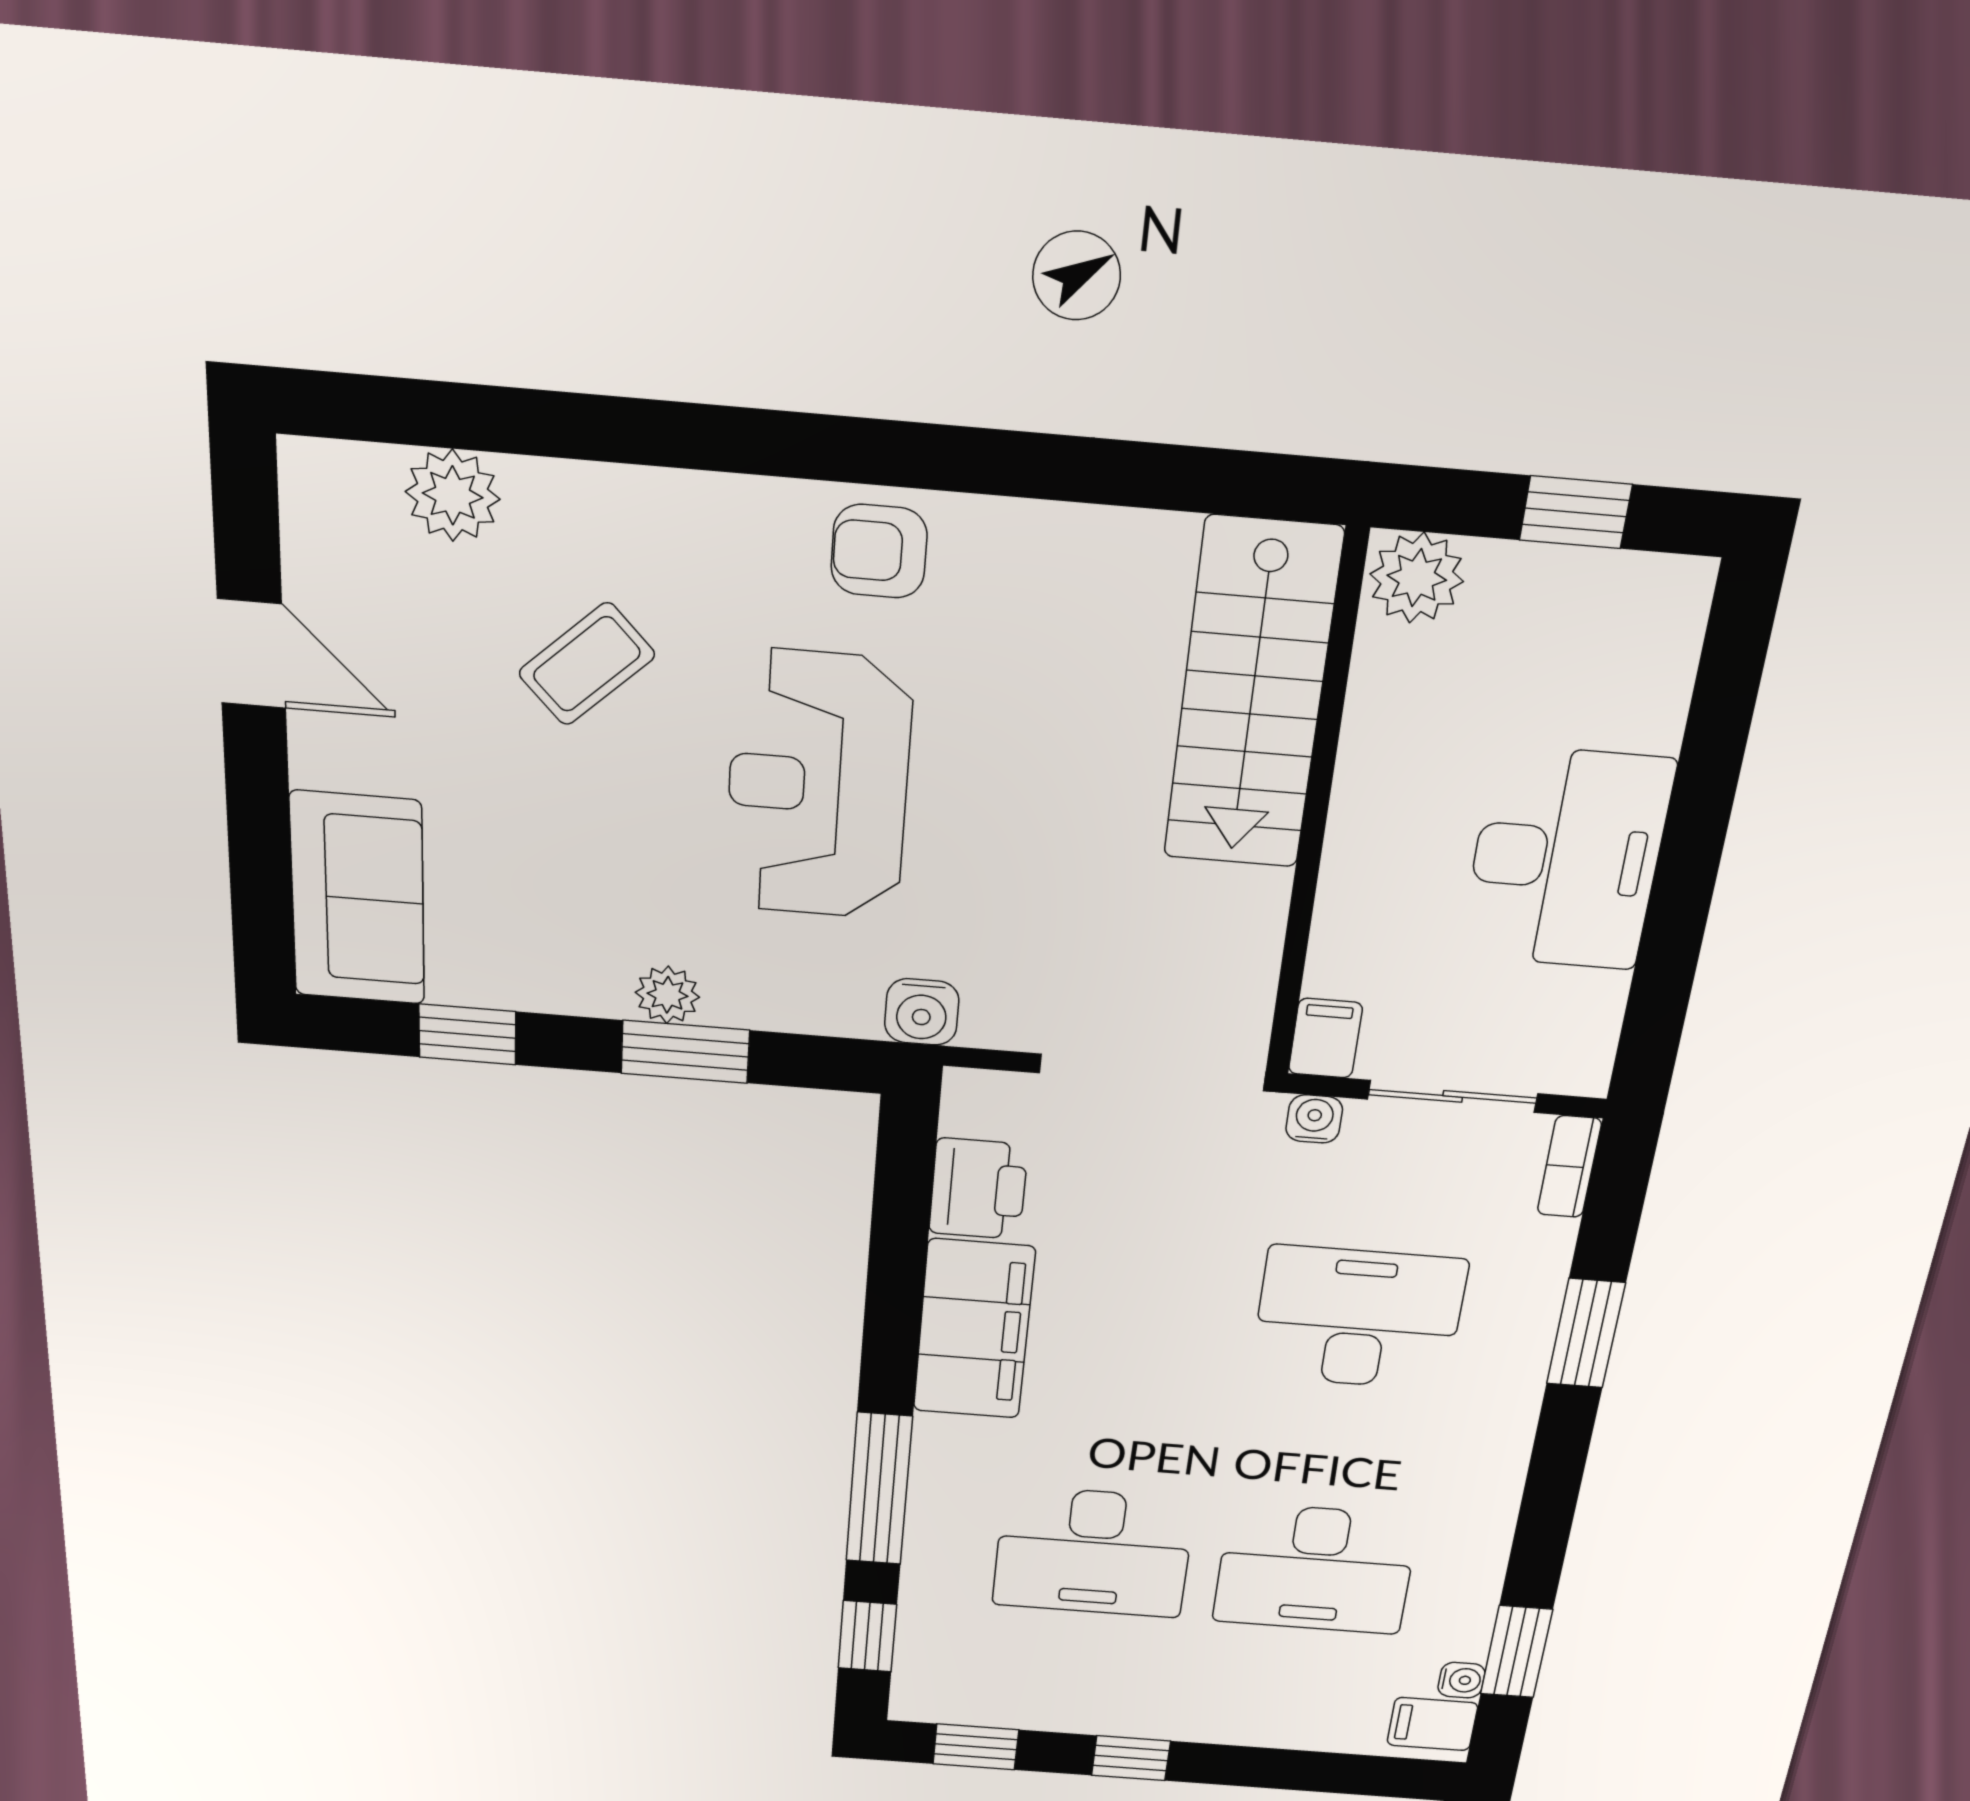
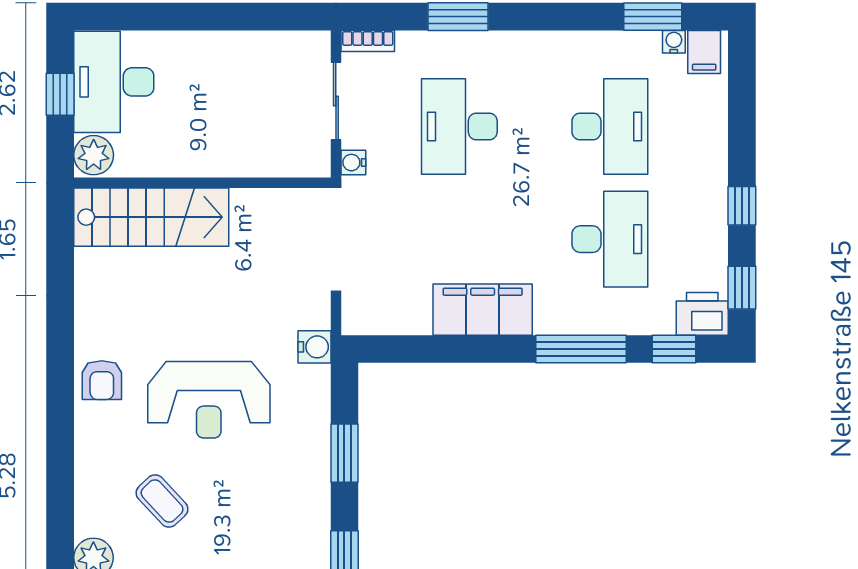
desk: (1566, 859) -> (114, 82), moved, turned -90
plant: (667, 995) -> (316, 462), removed
filing cabinet: (1325, 1038) -> (311, 163), removed
printer: (978, 1189) -> (702, 314), moved

